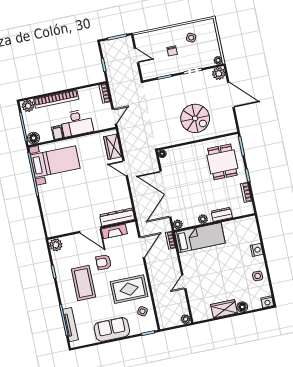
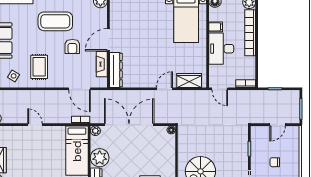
plant: (203, 219) -> (100, 158), width x1.88, depth x1.88
armchair: (104, 262) -> (72, 46), turned 180
rug: (129, 289) -> (39, 67), width x0.73, depth x0.70

